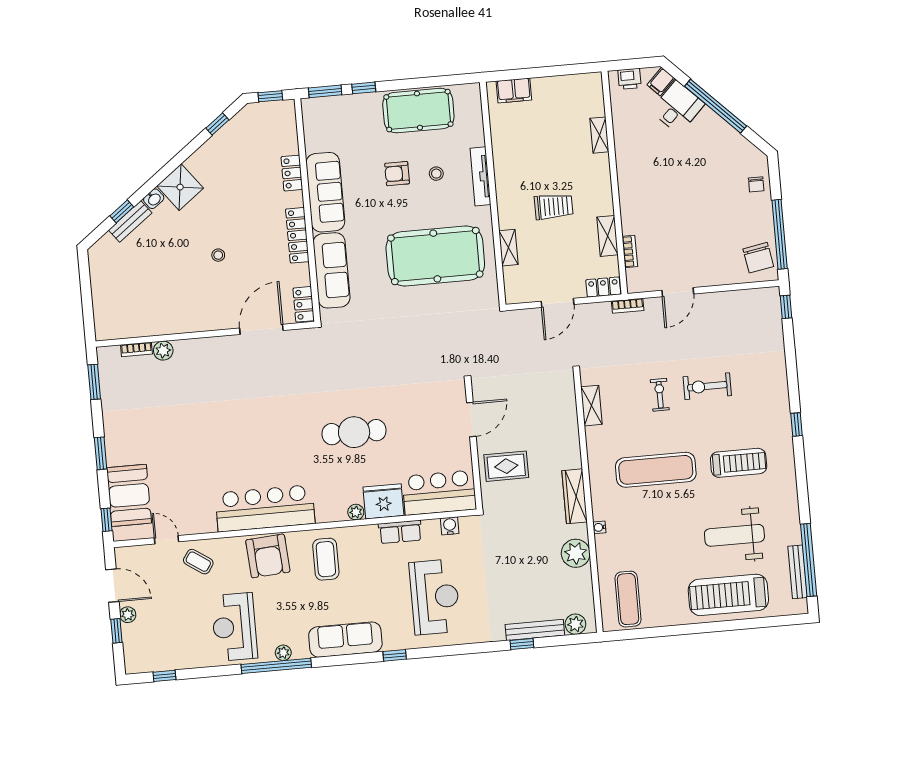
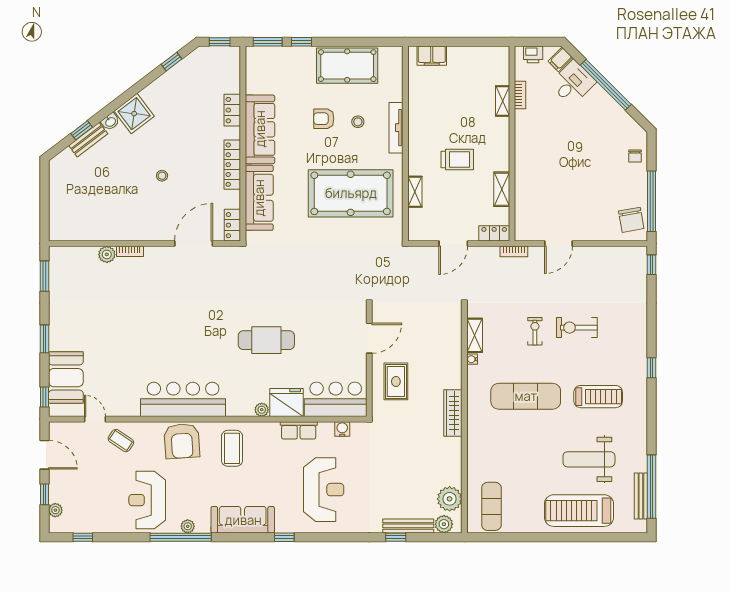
bookcase: (630, 251) -> (520, 95), moved
bookcase: (136, 349) -> (130, 251), moved
rug: (506, 466) -> (396, 381), turned 90
water cooler: (599, 527) -> (472, 359), moved
plant: (576, 553) -> (450, 499), moved
plant: (128, 615) -> (55, 510), moved

